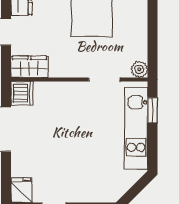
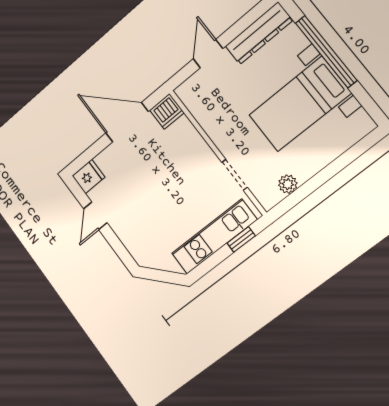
wardrobe: (29, 67) -> (194, 99), removed
plant: (139, 69) -> (288, 184), moved

